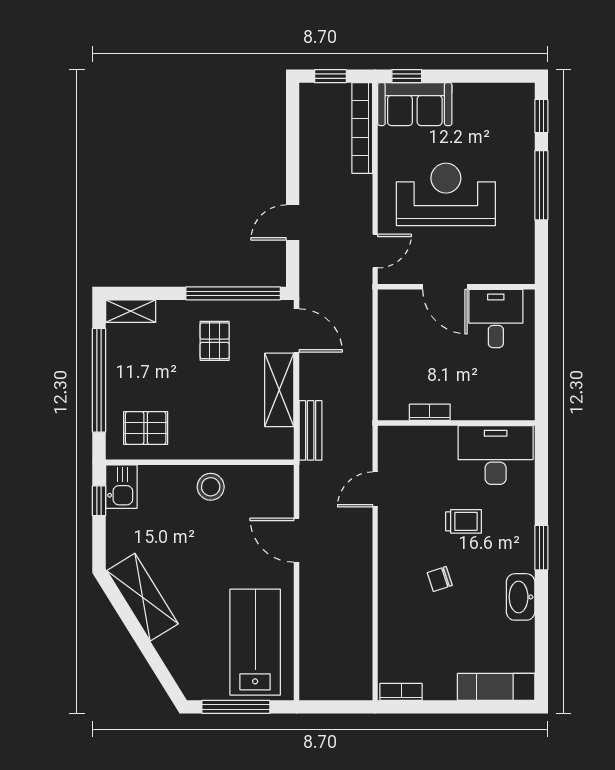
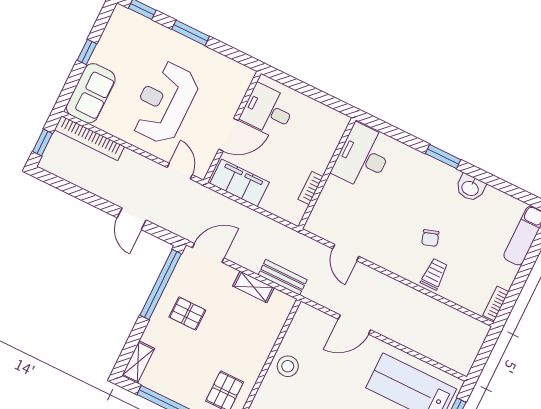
window: (407, 76) -> (87, 52), moved
window: (541, 185) -> (191, 33), width x0.69
filing cabinet: (395, 327) -> (239, 183), added
shelving: (279, 390) -> (253, 287), width x0.67, depth x0.75
trolley: (463, 521) -> (434, 274), moved
washbasin: (521, 597) -> (470, 188), width x0.72

